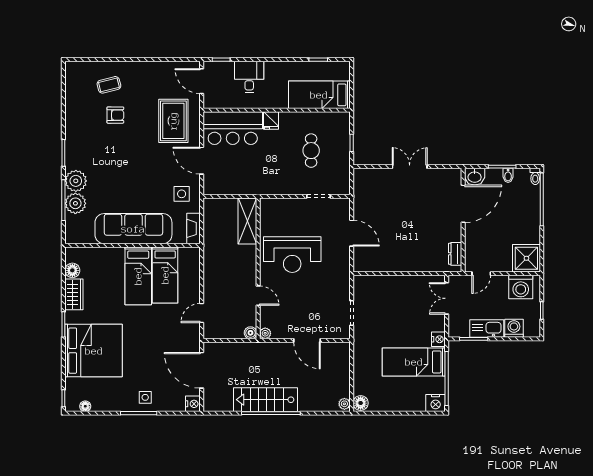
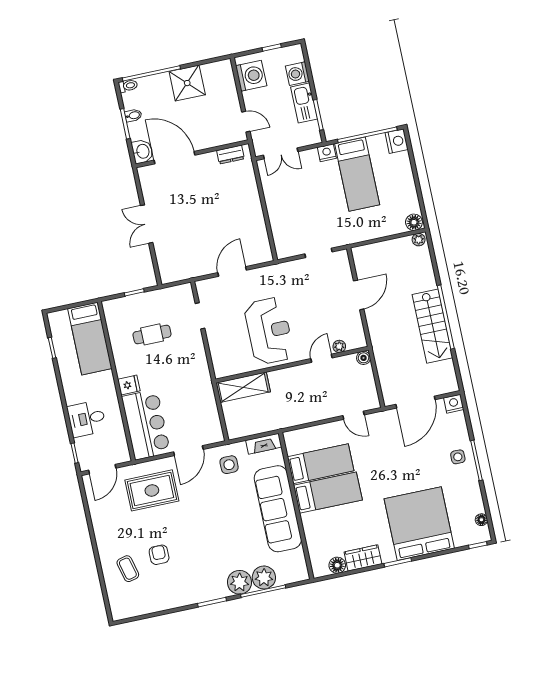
shower: (526, 258) -> (187, 83), moved
plant: (265, 333) -> (339, 346), moved

